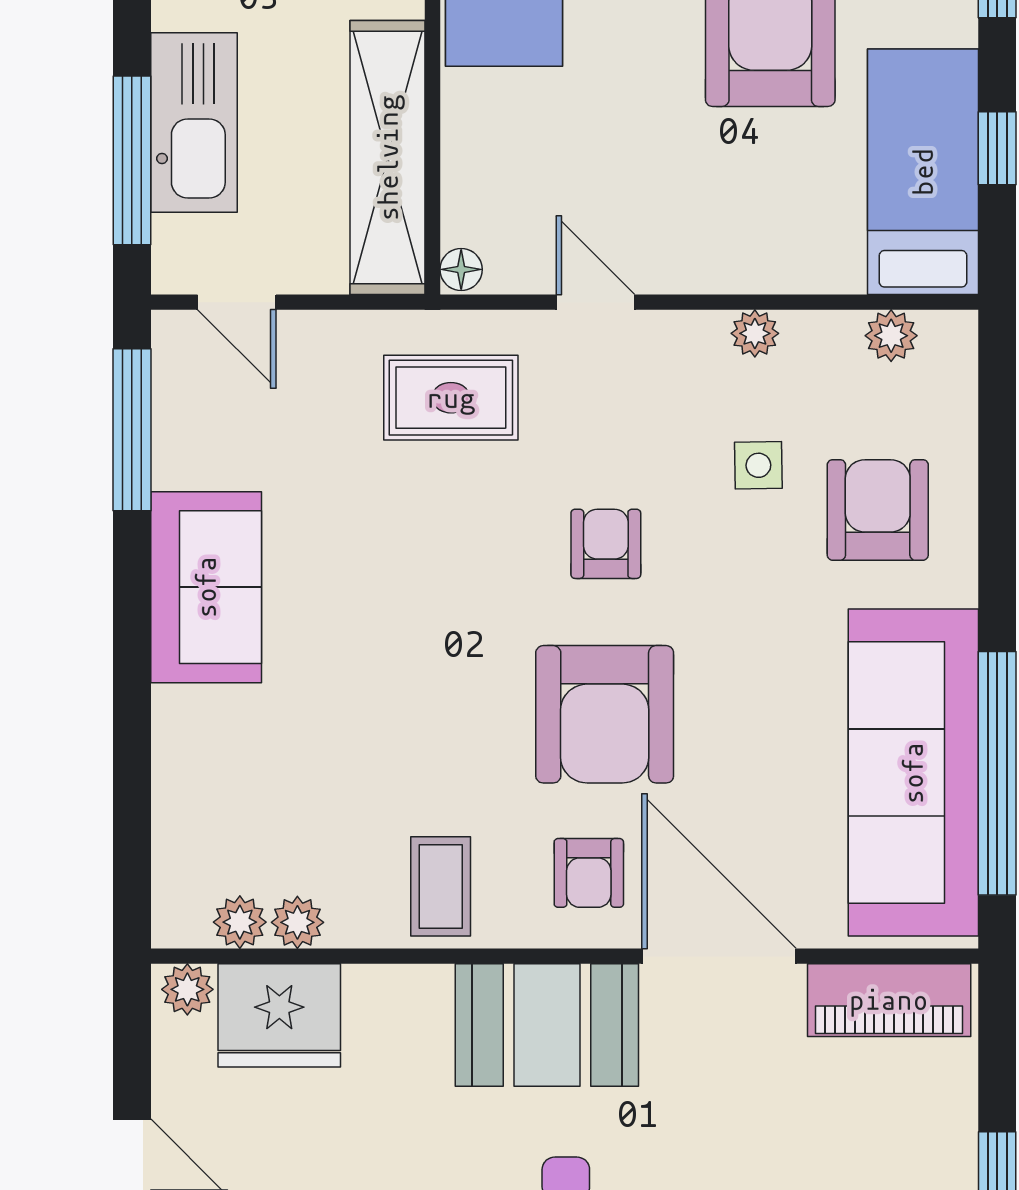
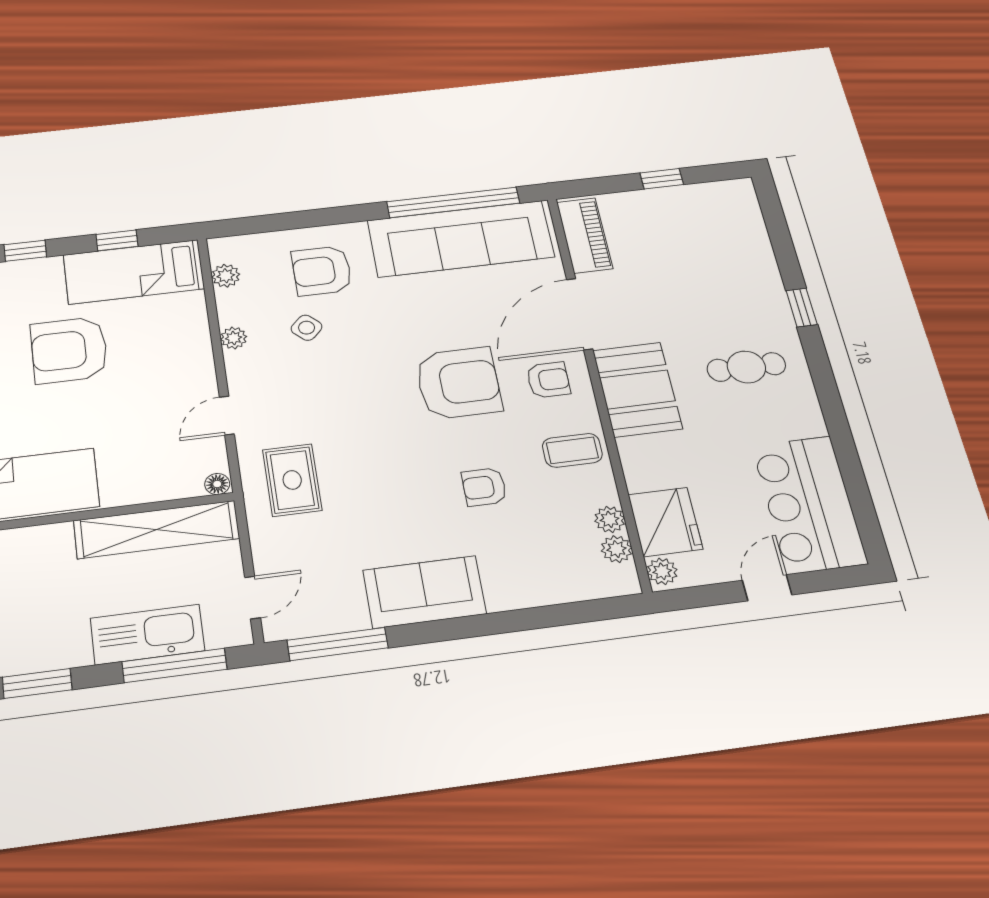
side table: (758, 465) -> (307, 328), turned 45
armchair: (606, 544) -> (484, 487), moved

